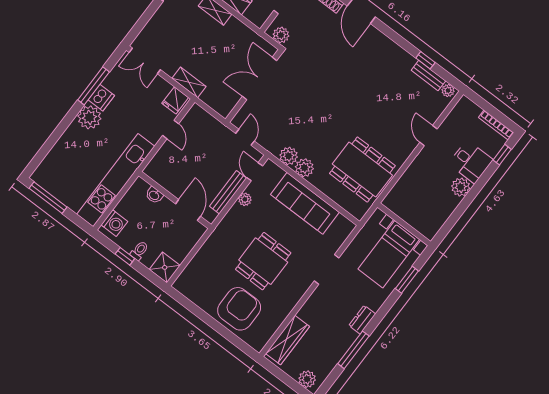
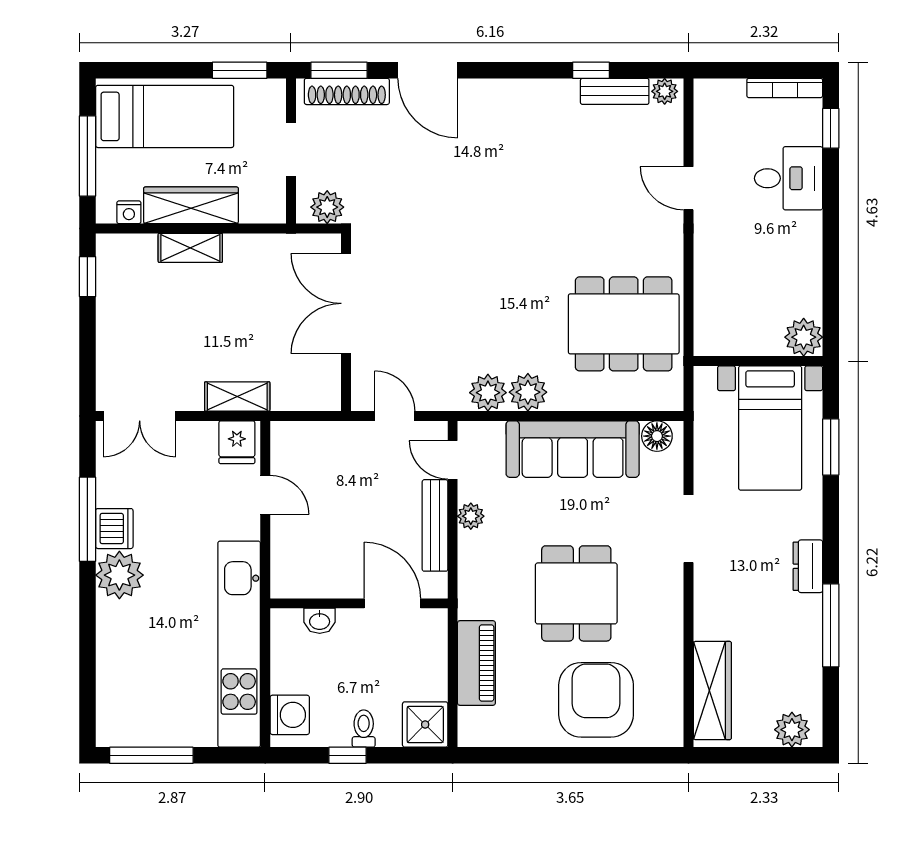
plant: (461, 187) -> (804, 337), moved
floor lamp: (342, 224) -> (657, 436), added
piano: (203, 259) -> (476, 663), added

